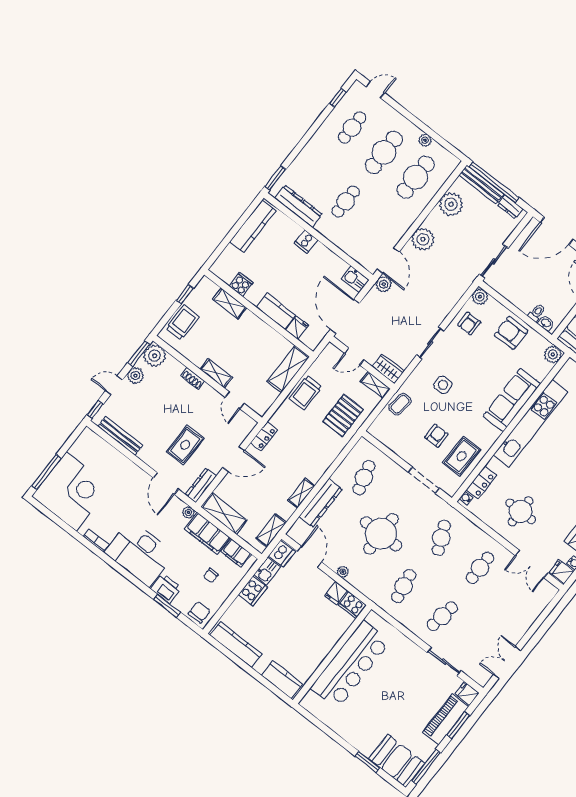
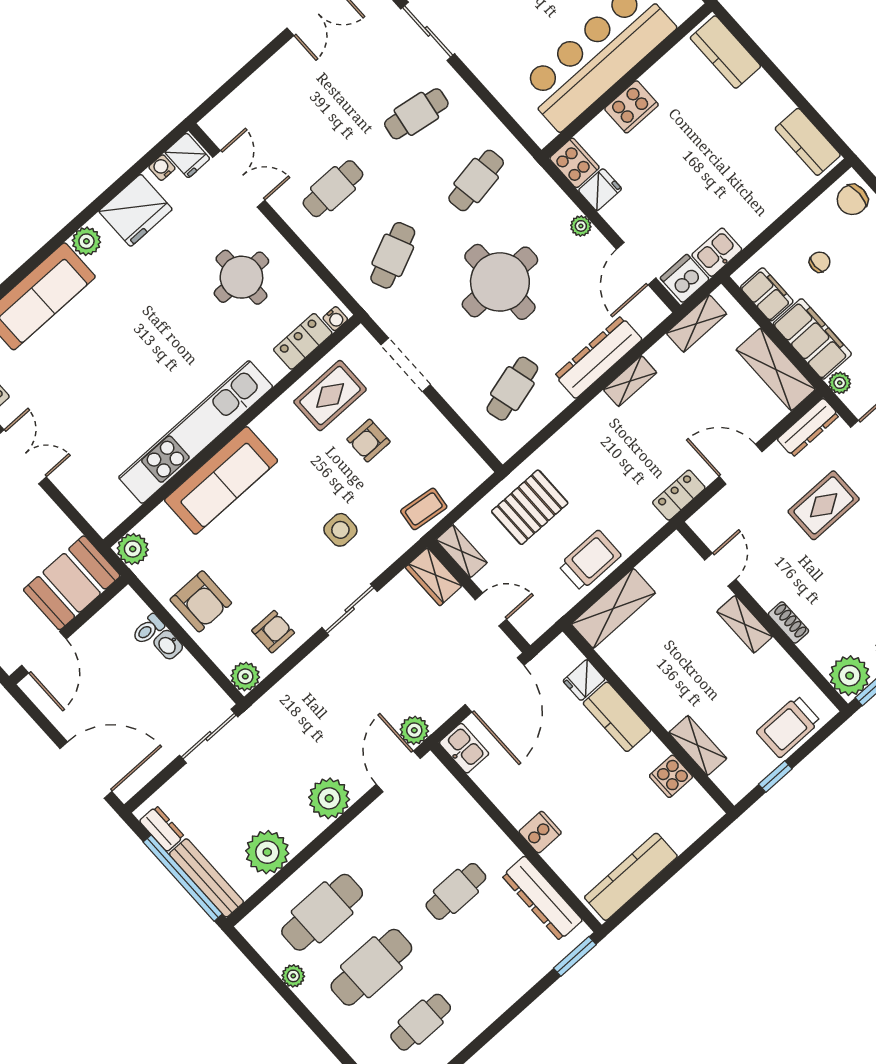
washbasin: (546, 323) -> (168, 645), moved
cooker: (253, 591) -> (631, 107), moved, turned 180
kitchen counter: (236, 644) -> (808, 142), width x0.67

